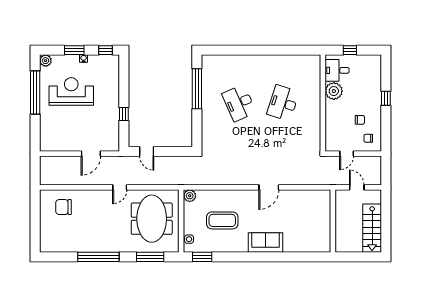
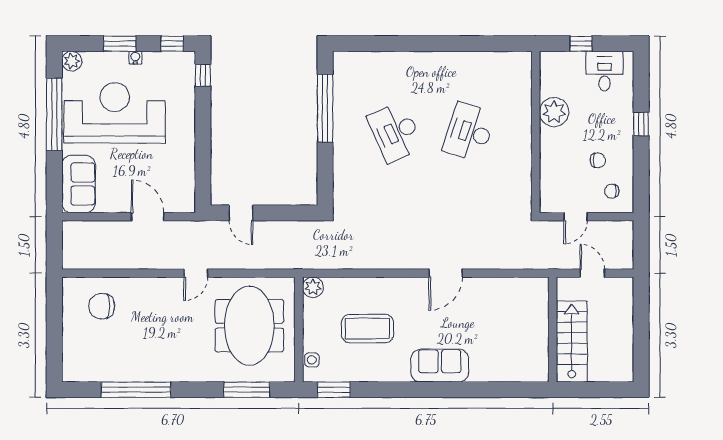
desk: (337, 70) -> (604, 71), moved, turned 90
reception desk: (71, 92) -> (115, 113), width x1.36, depth x1.30
window: (124, 114) -> (203, 75), moved
sofa: (50, 134) -> (78, 184), added
door: (91, 154) -> (148, 217), swing flipped
stairs: (372, 228) -> (572, 342), moved, turned 180
window: (98, 257) -> (136, 390), moved

